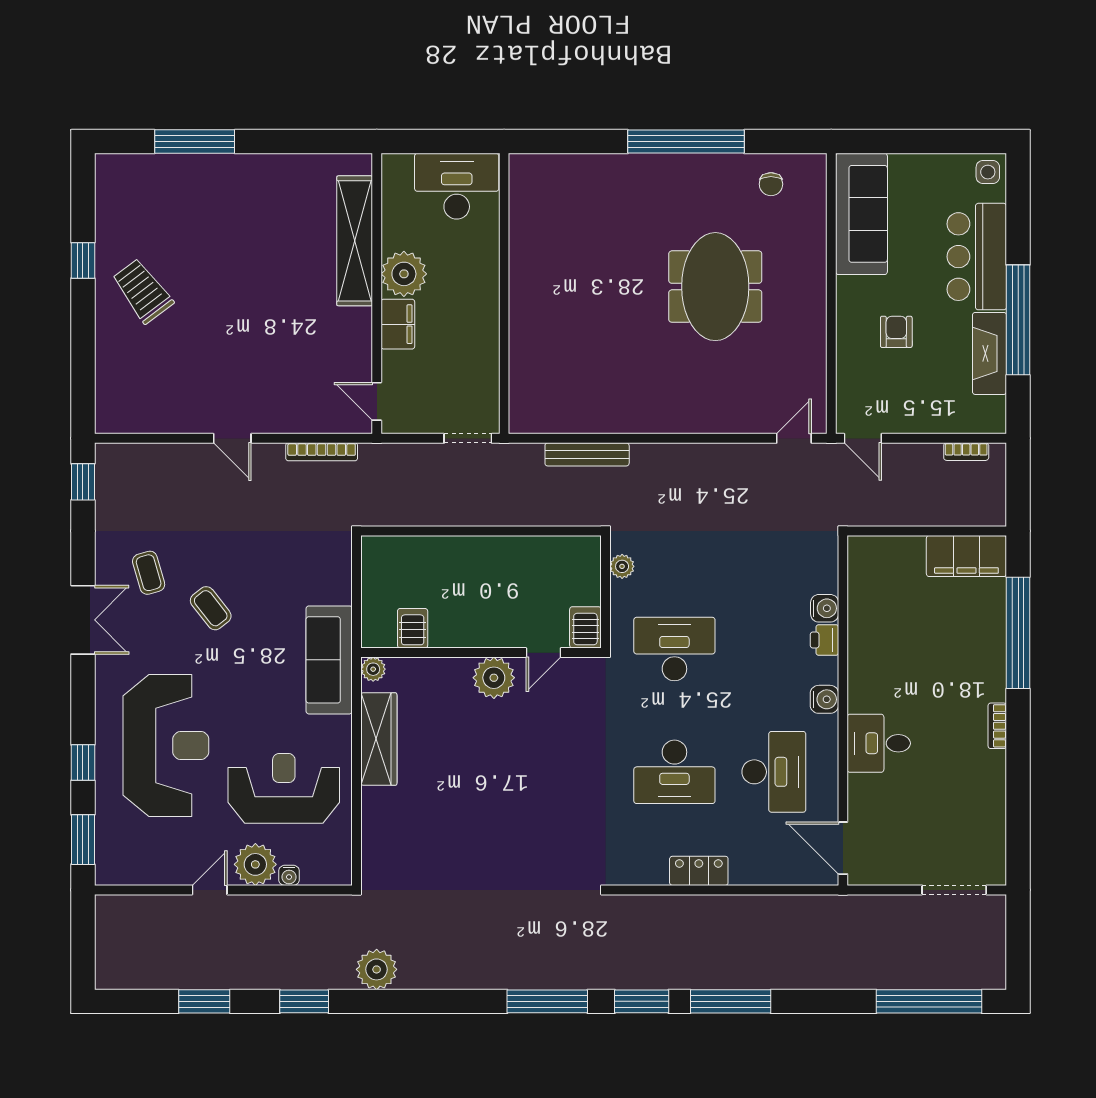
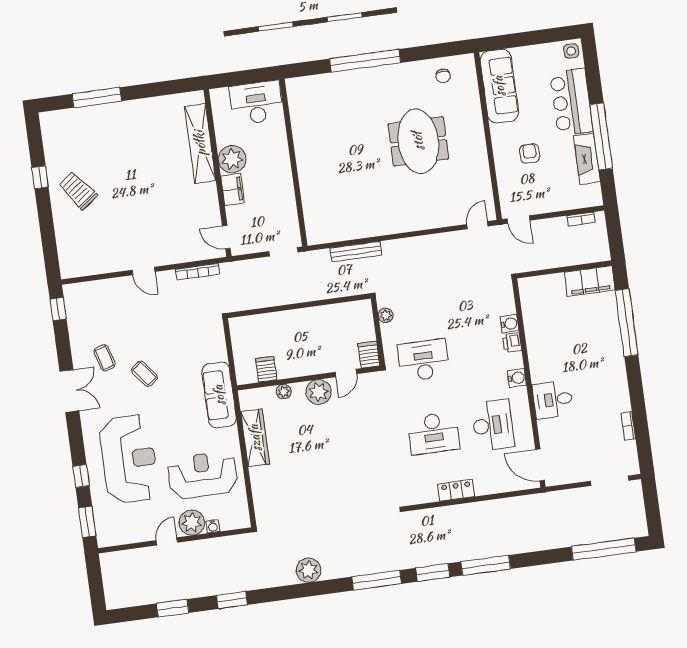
window: (686, 142) -> (365, 61), moved
plant: (373, 669) -> (284, 392), moved
bookcase: (997, 726) -> (628, 426), moved
plant: (377, 969) -> (308, 570), moved

